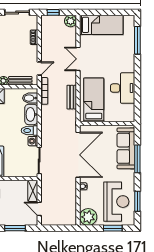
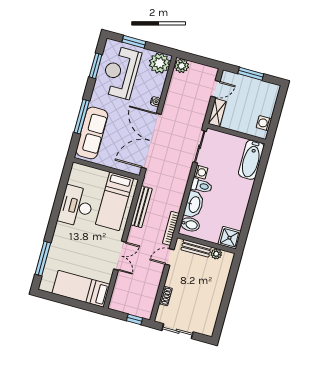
plant: (71, 21) -> (181, 66), moved
bench: (72, 97) -> (141, 207), width x1.36
door: (39, 209) -> (215, 89), hinge flipped

